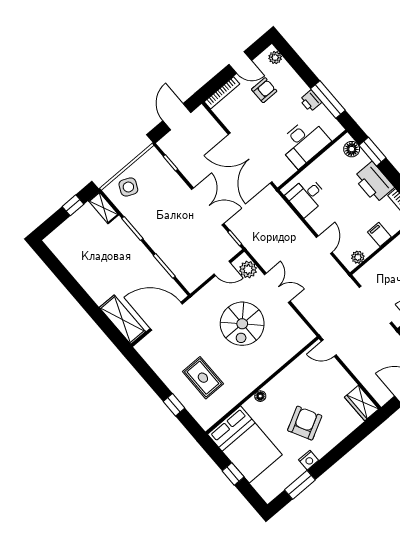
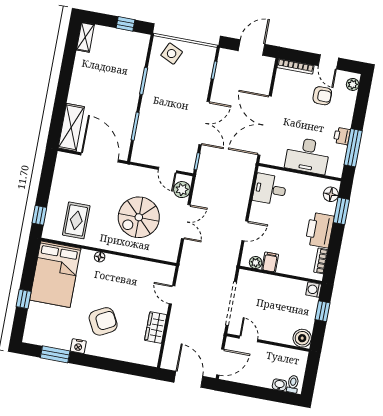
shelving: (104, 208) -> (85, 37), moved
filing cabinet: (379, 234) -> (270, 262), moved
wall: (262, 385) -> (109, 252), moved
floor lamp: (260, 396) -> (100, 257), moved
wardrobe: (362, 403) -> (156, 328), moved
bed: (245, 444) -> (55, 274), moved

